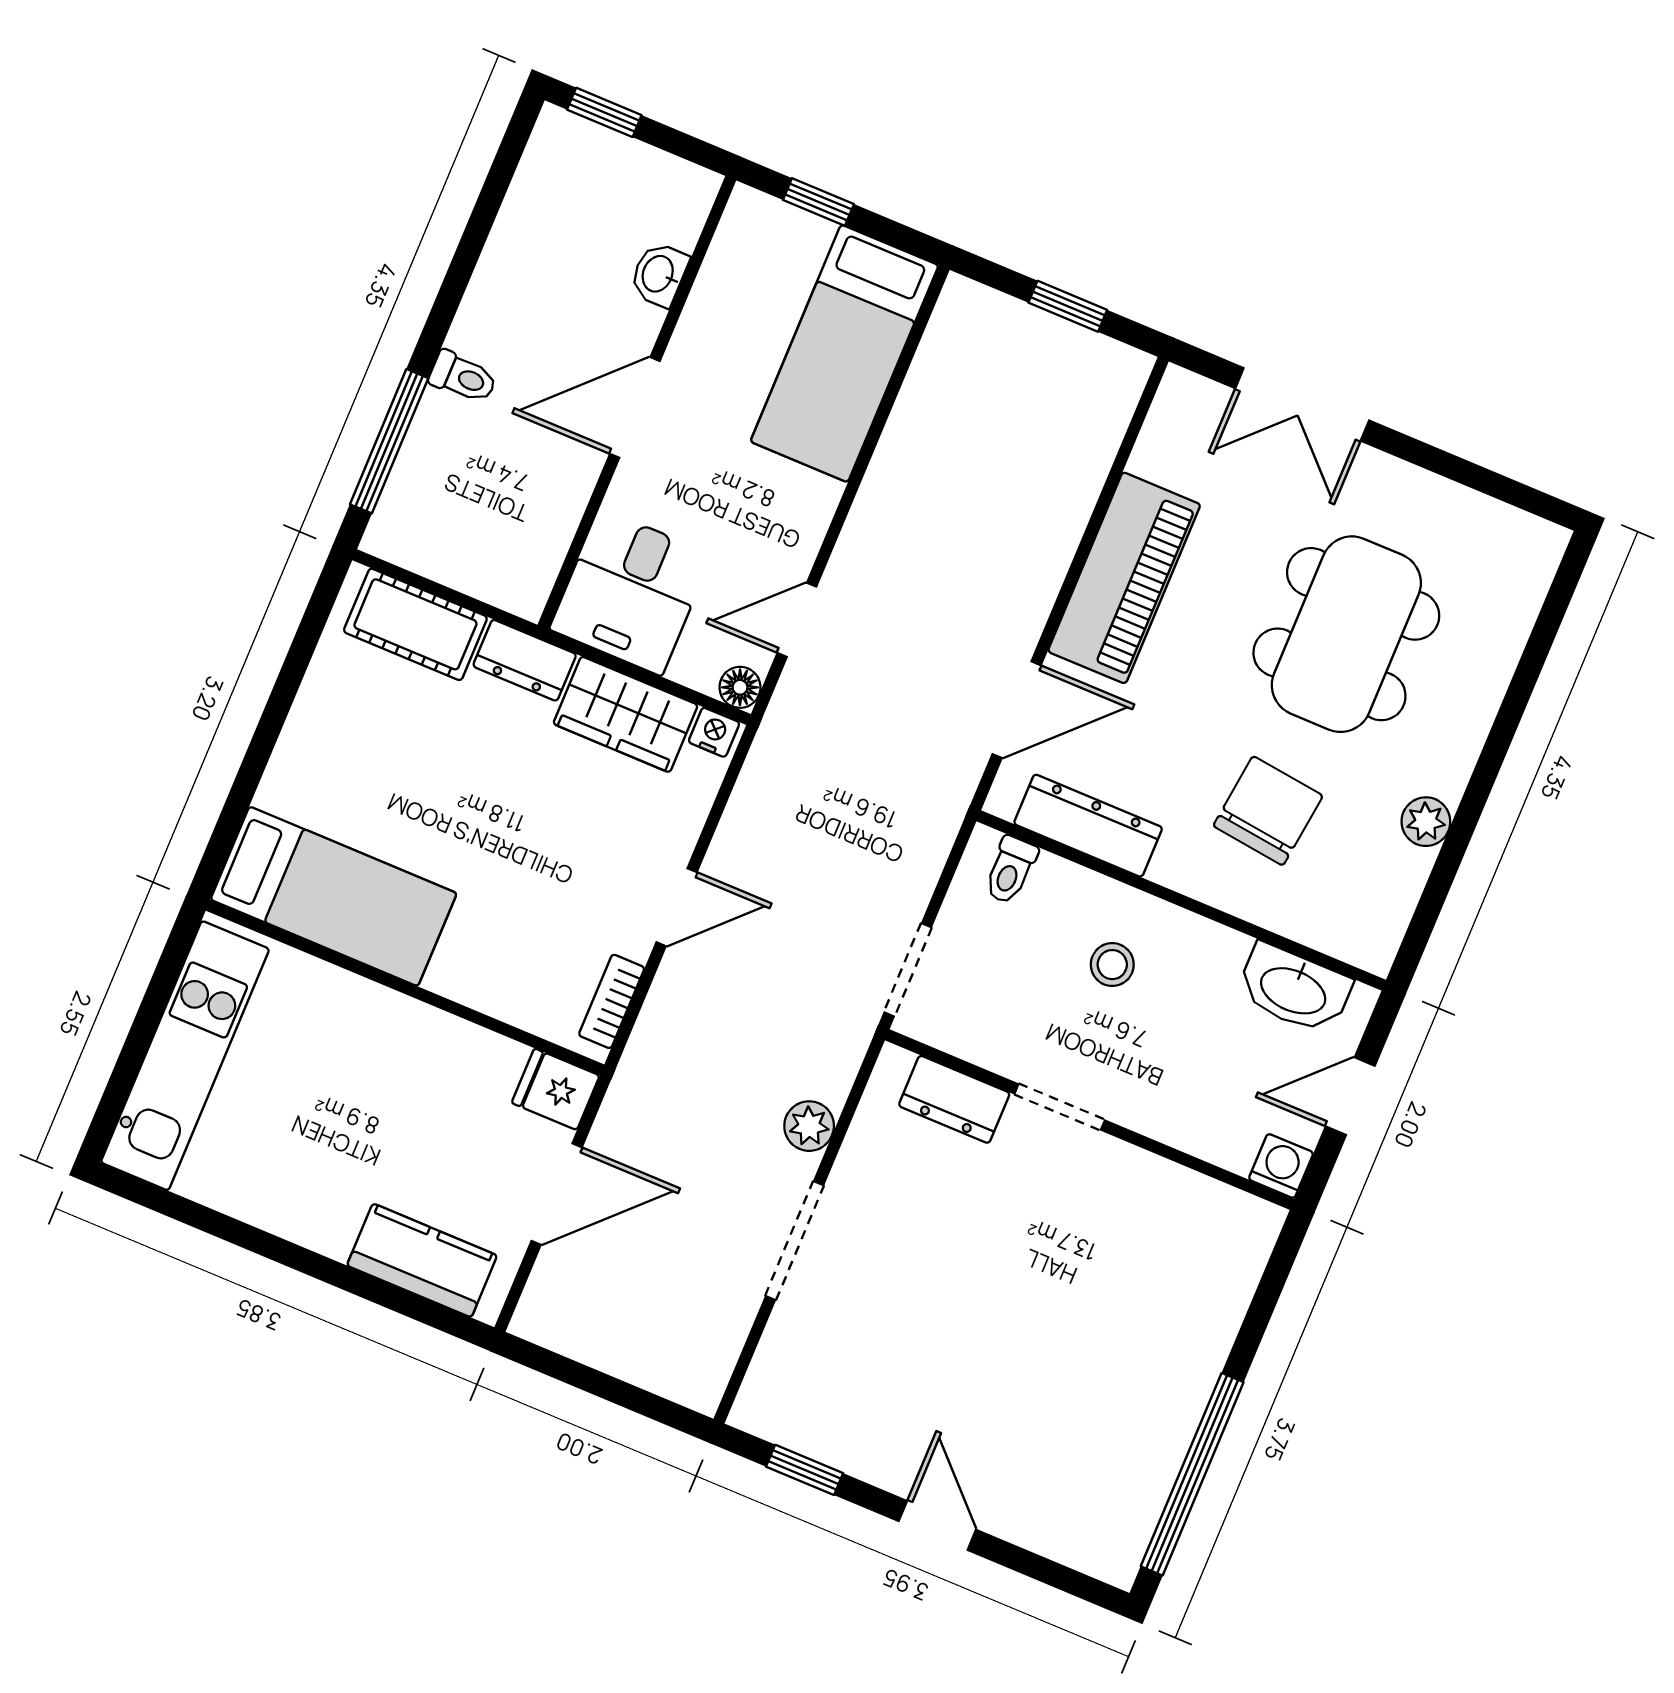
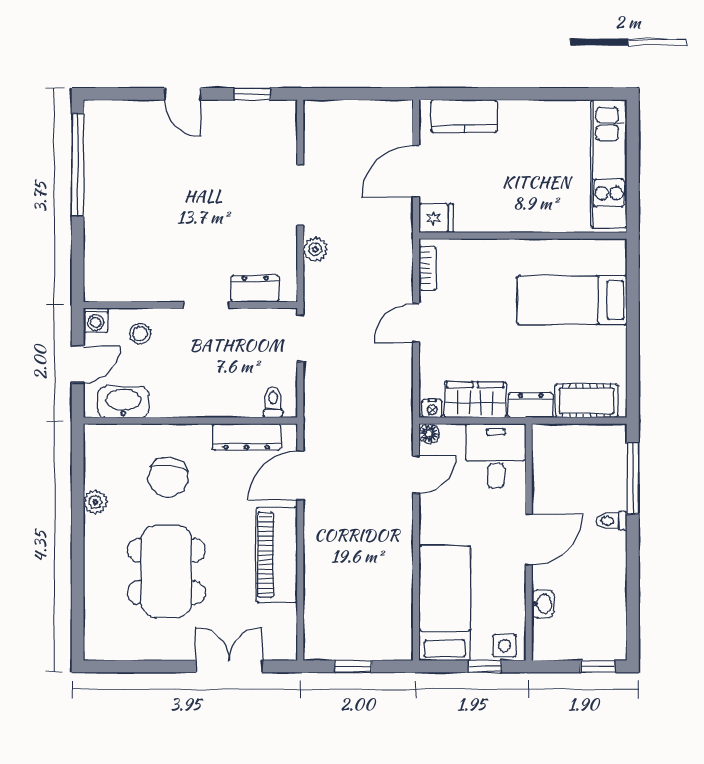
side table: (765, 226) -> (504, 645), added
bed: (334, 896) -> (572, 300), moved
stool: (1112, 965) -> (140, 334), moved

